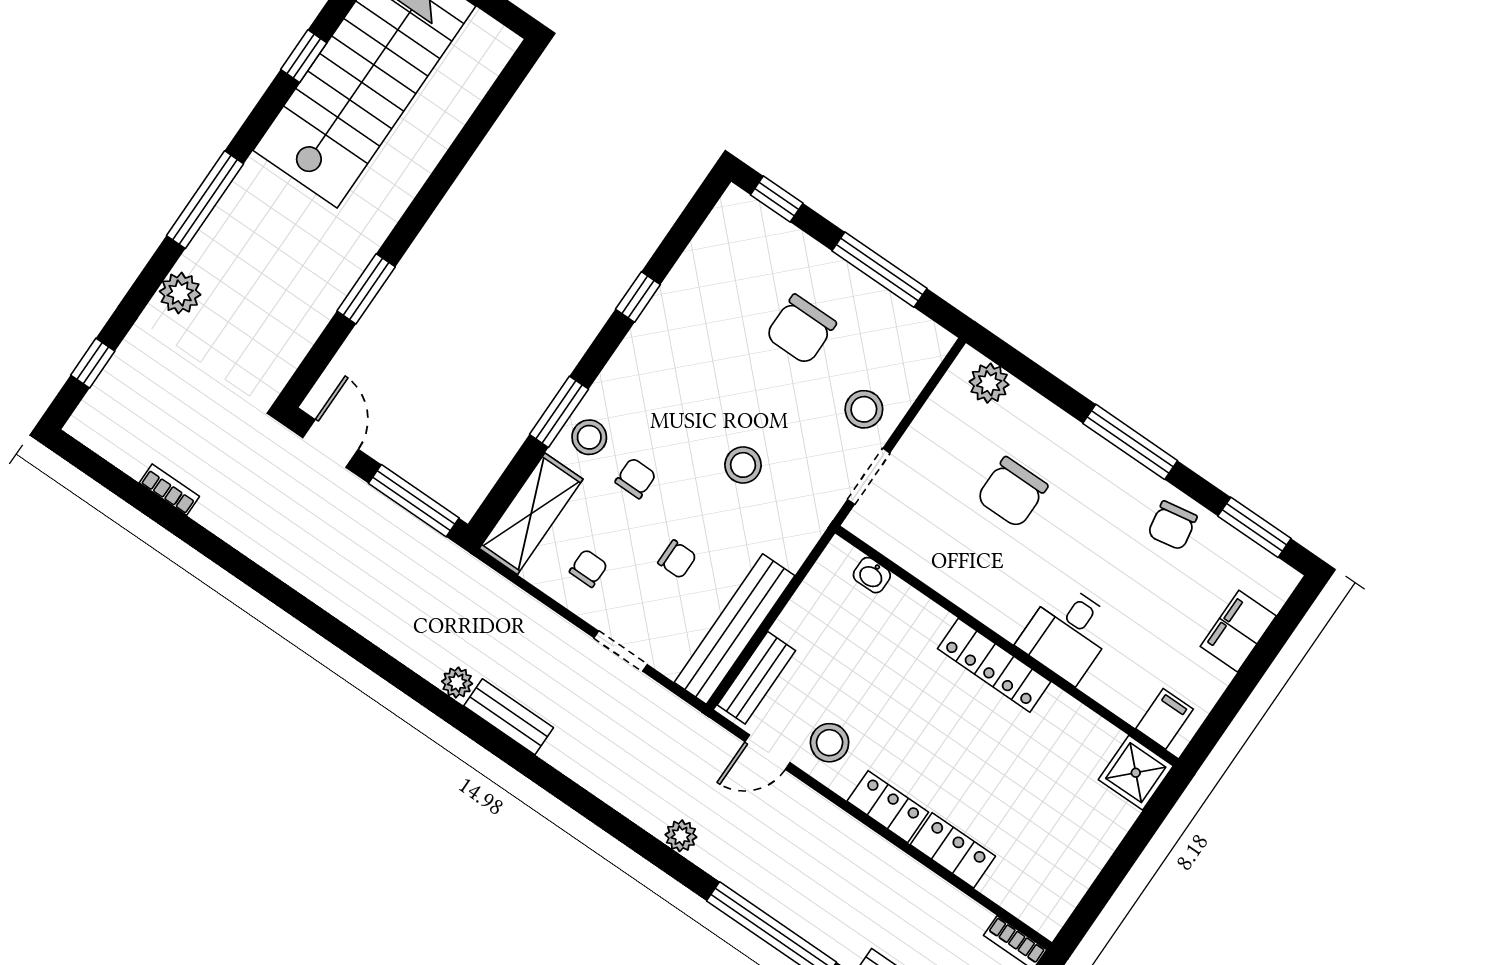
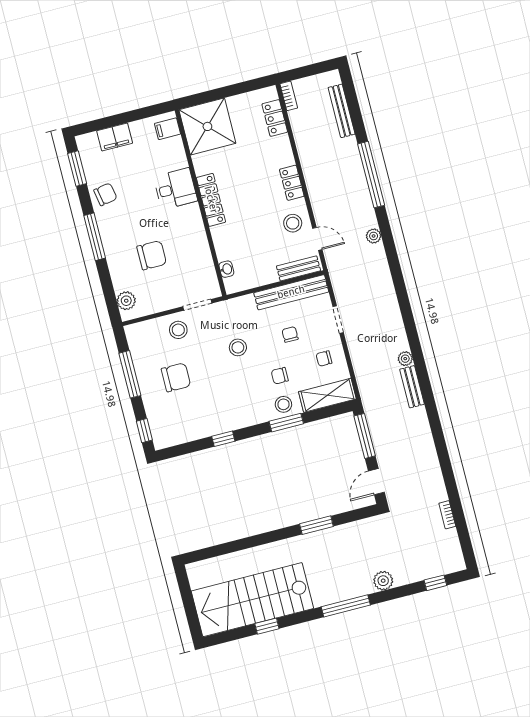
bench: (509, 717) -> (412, 387), moved
shower: (1136, 773) -> (207, 126), width x1.86, depth x1.86
locker: (953, 850) -> (275, 118), moved

